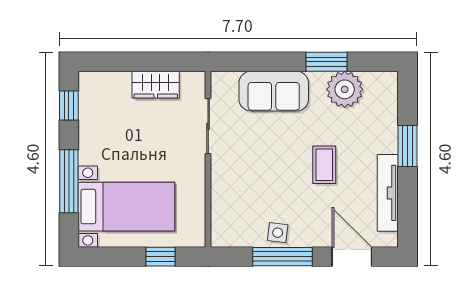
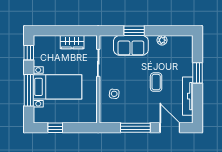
window: (326, 62) -> (134, 31), moved
plant: (345, 89) -> (162, 40), width x0.53, depth x0.53
bed with nightstands: (126, 207) -> (57, 87), moved
side table: (278, 233) -> (114, 94), moved
window: (161, 257) -> (55, 128), moved

